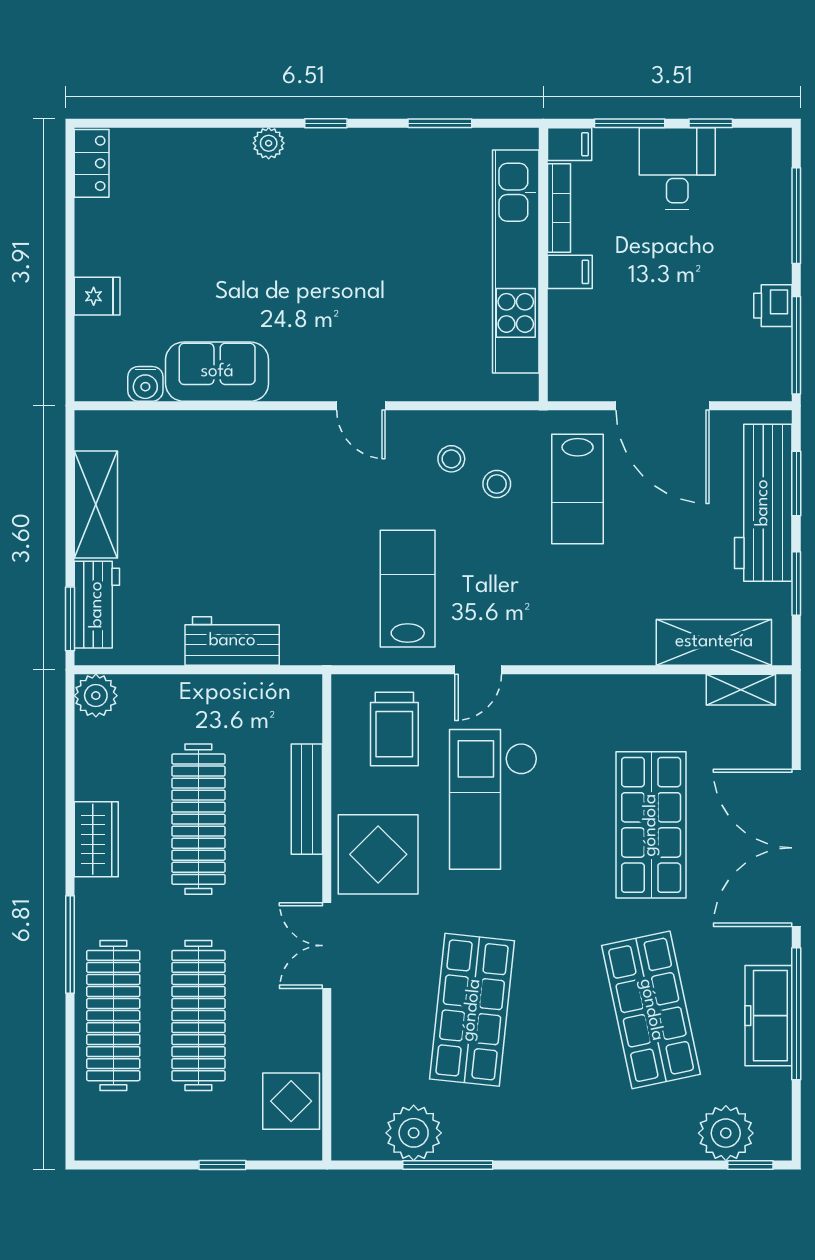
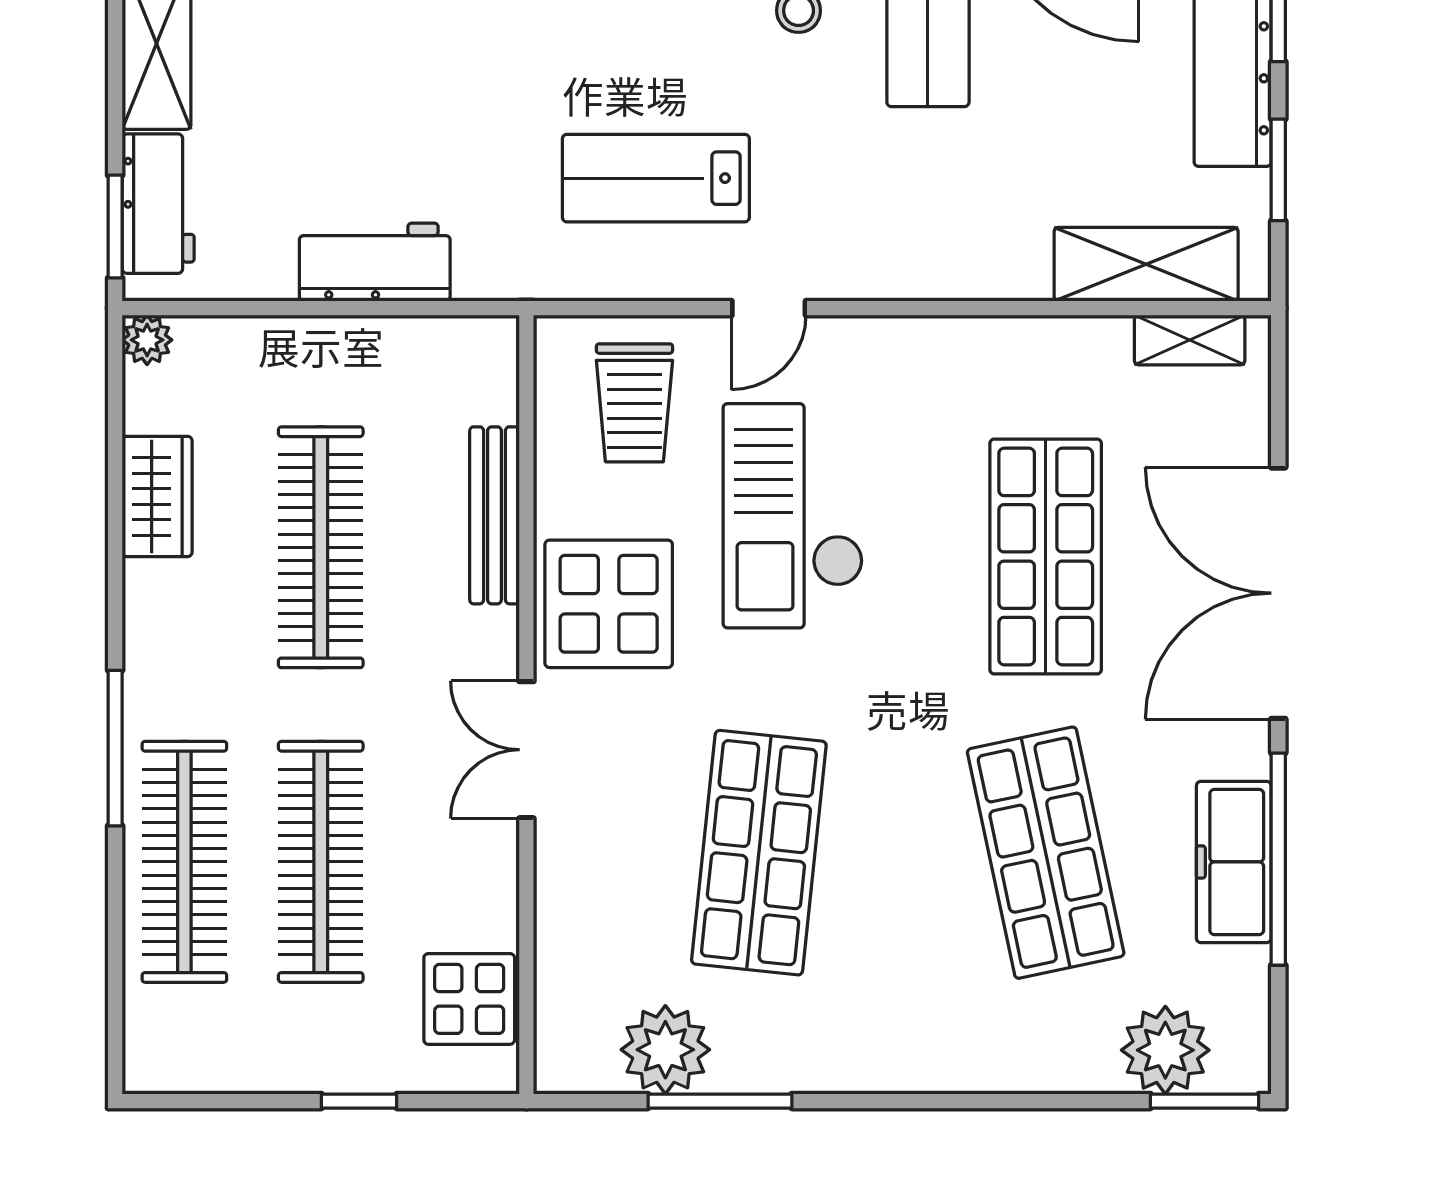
lab bench: (408, 589) -> (656, 178), turned -90
plant: (96, 696) -> (147, 340), width x0.73, depth x0.73
wardrobe: (96, 839) -> (157, 496), moved
window: (750, 1165) -> (1205, 1101), width x1.50

